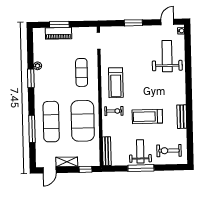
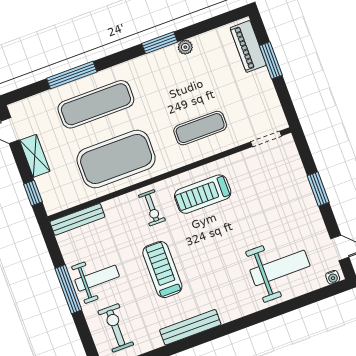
piano: (58, 33) -> (248, 46), moved
bench: (182, 117) -> (190, 327), width x1.36

